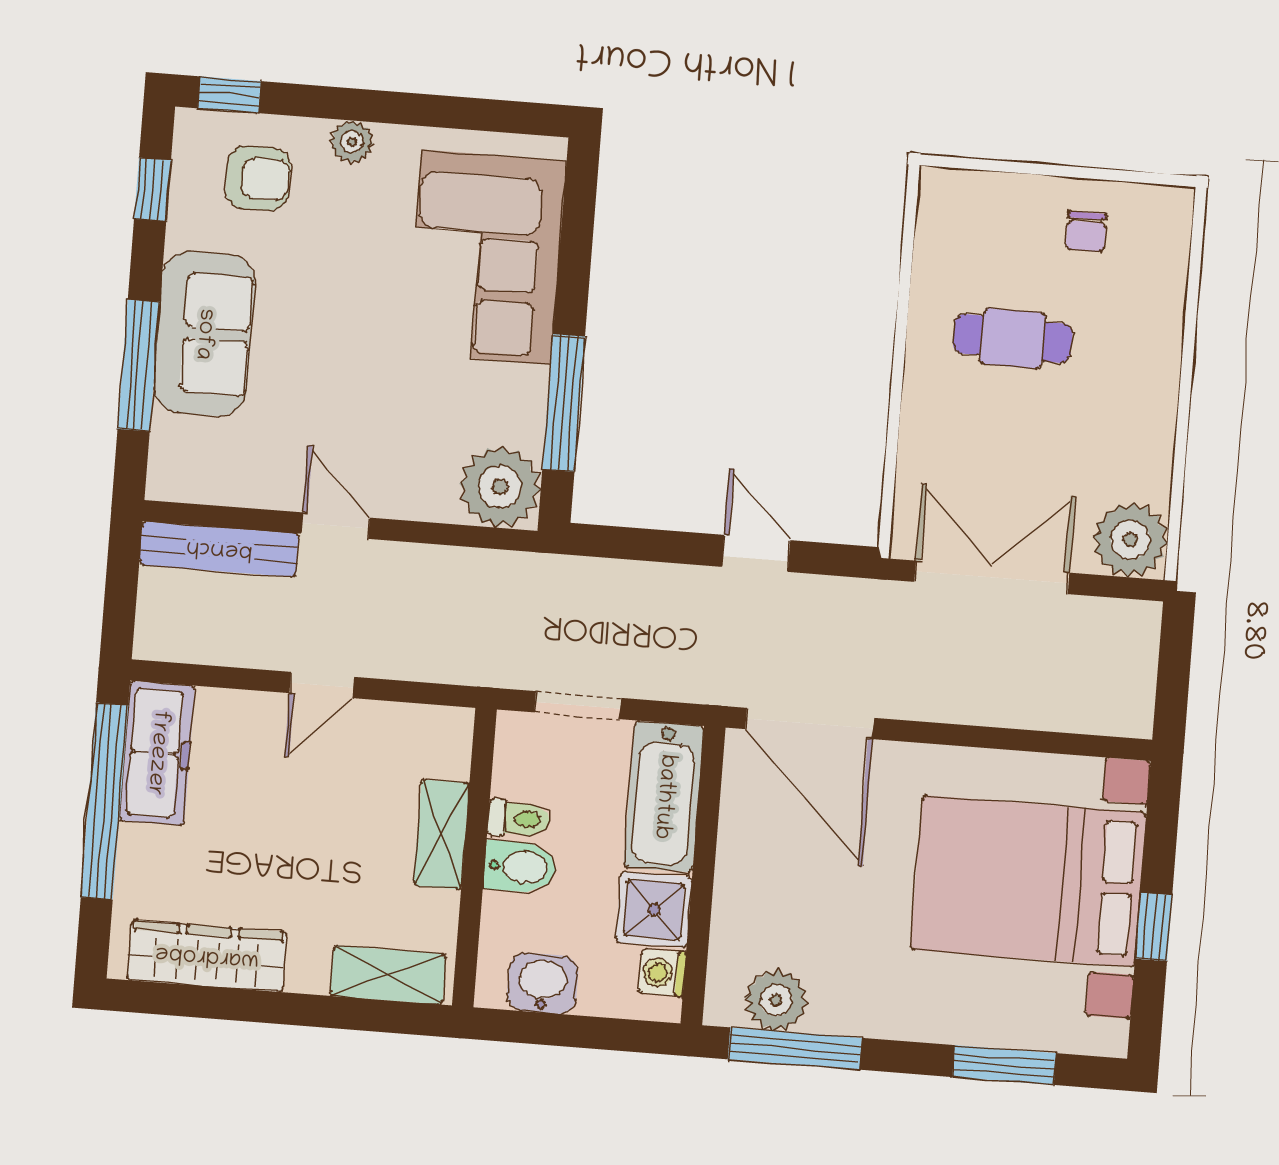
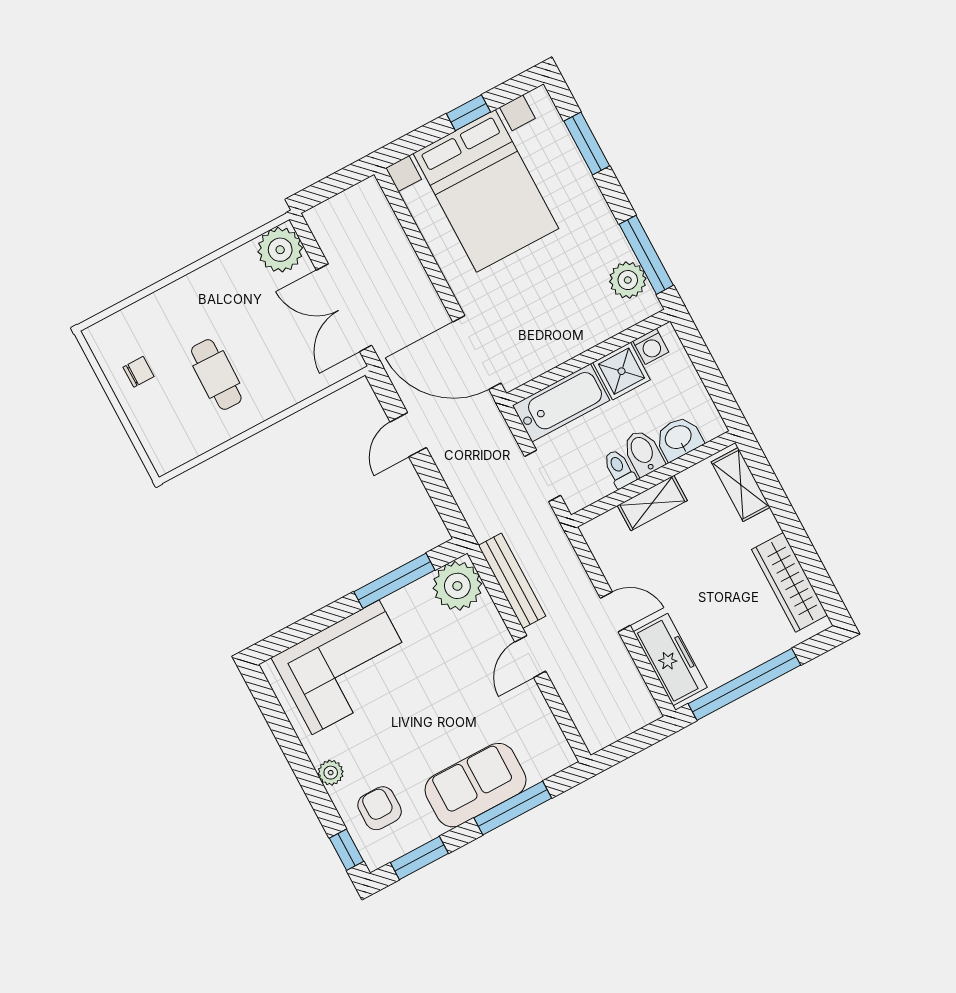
window: (153, 190) -> (419, 858), width x1.50
bench: (219, 549) -> (512, 581), moved
door: (810, 723) -> (477, 353), swing flipped
freezer: (157, 753) -> (670, 659), moved, turned 90
washbasin: (543, 983) -> (679, 438), moved, turned 90

